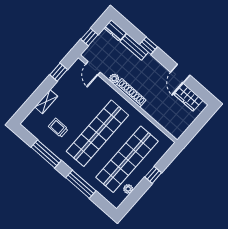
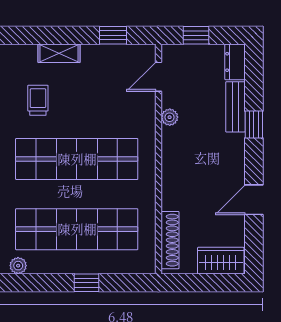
shoe rack: (131, 93) -> (170, 240), moved
wardrobe: (188, 97) -> (221, 261), moved, turned 90
plant: (128, 189) -> (18, 266), moved

